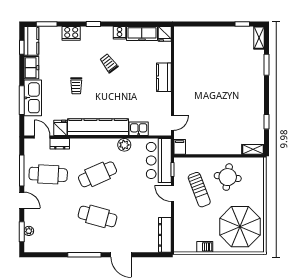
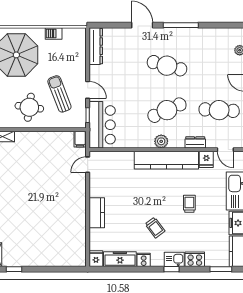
kitchen sink: (139, 129) -> (174, 259), moved, turned 180
dresser: (60, 144) -> (195, 142), moved
plant: (124, 145) -> (161, 141), moved

